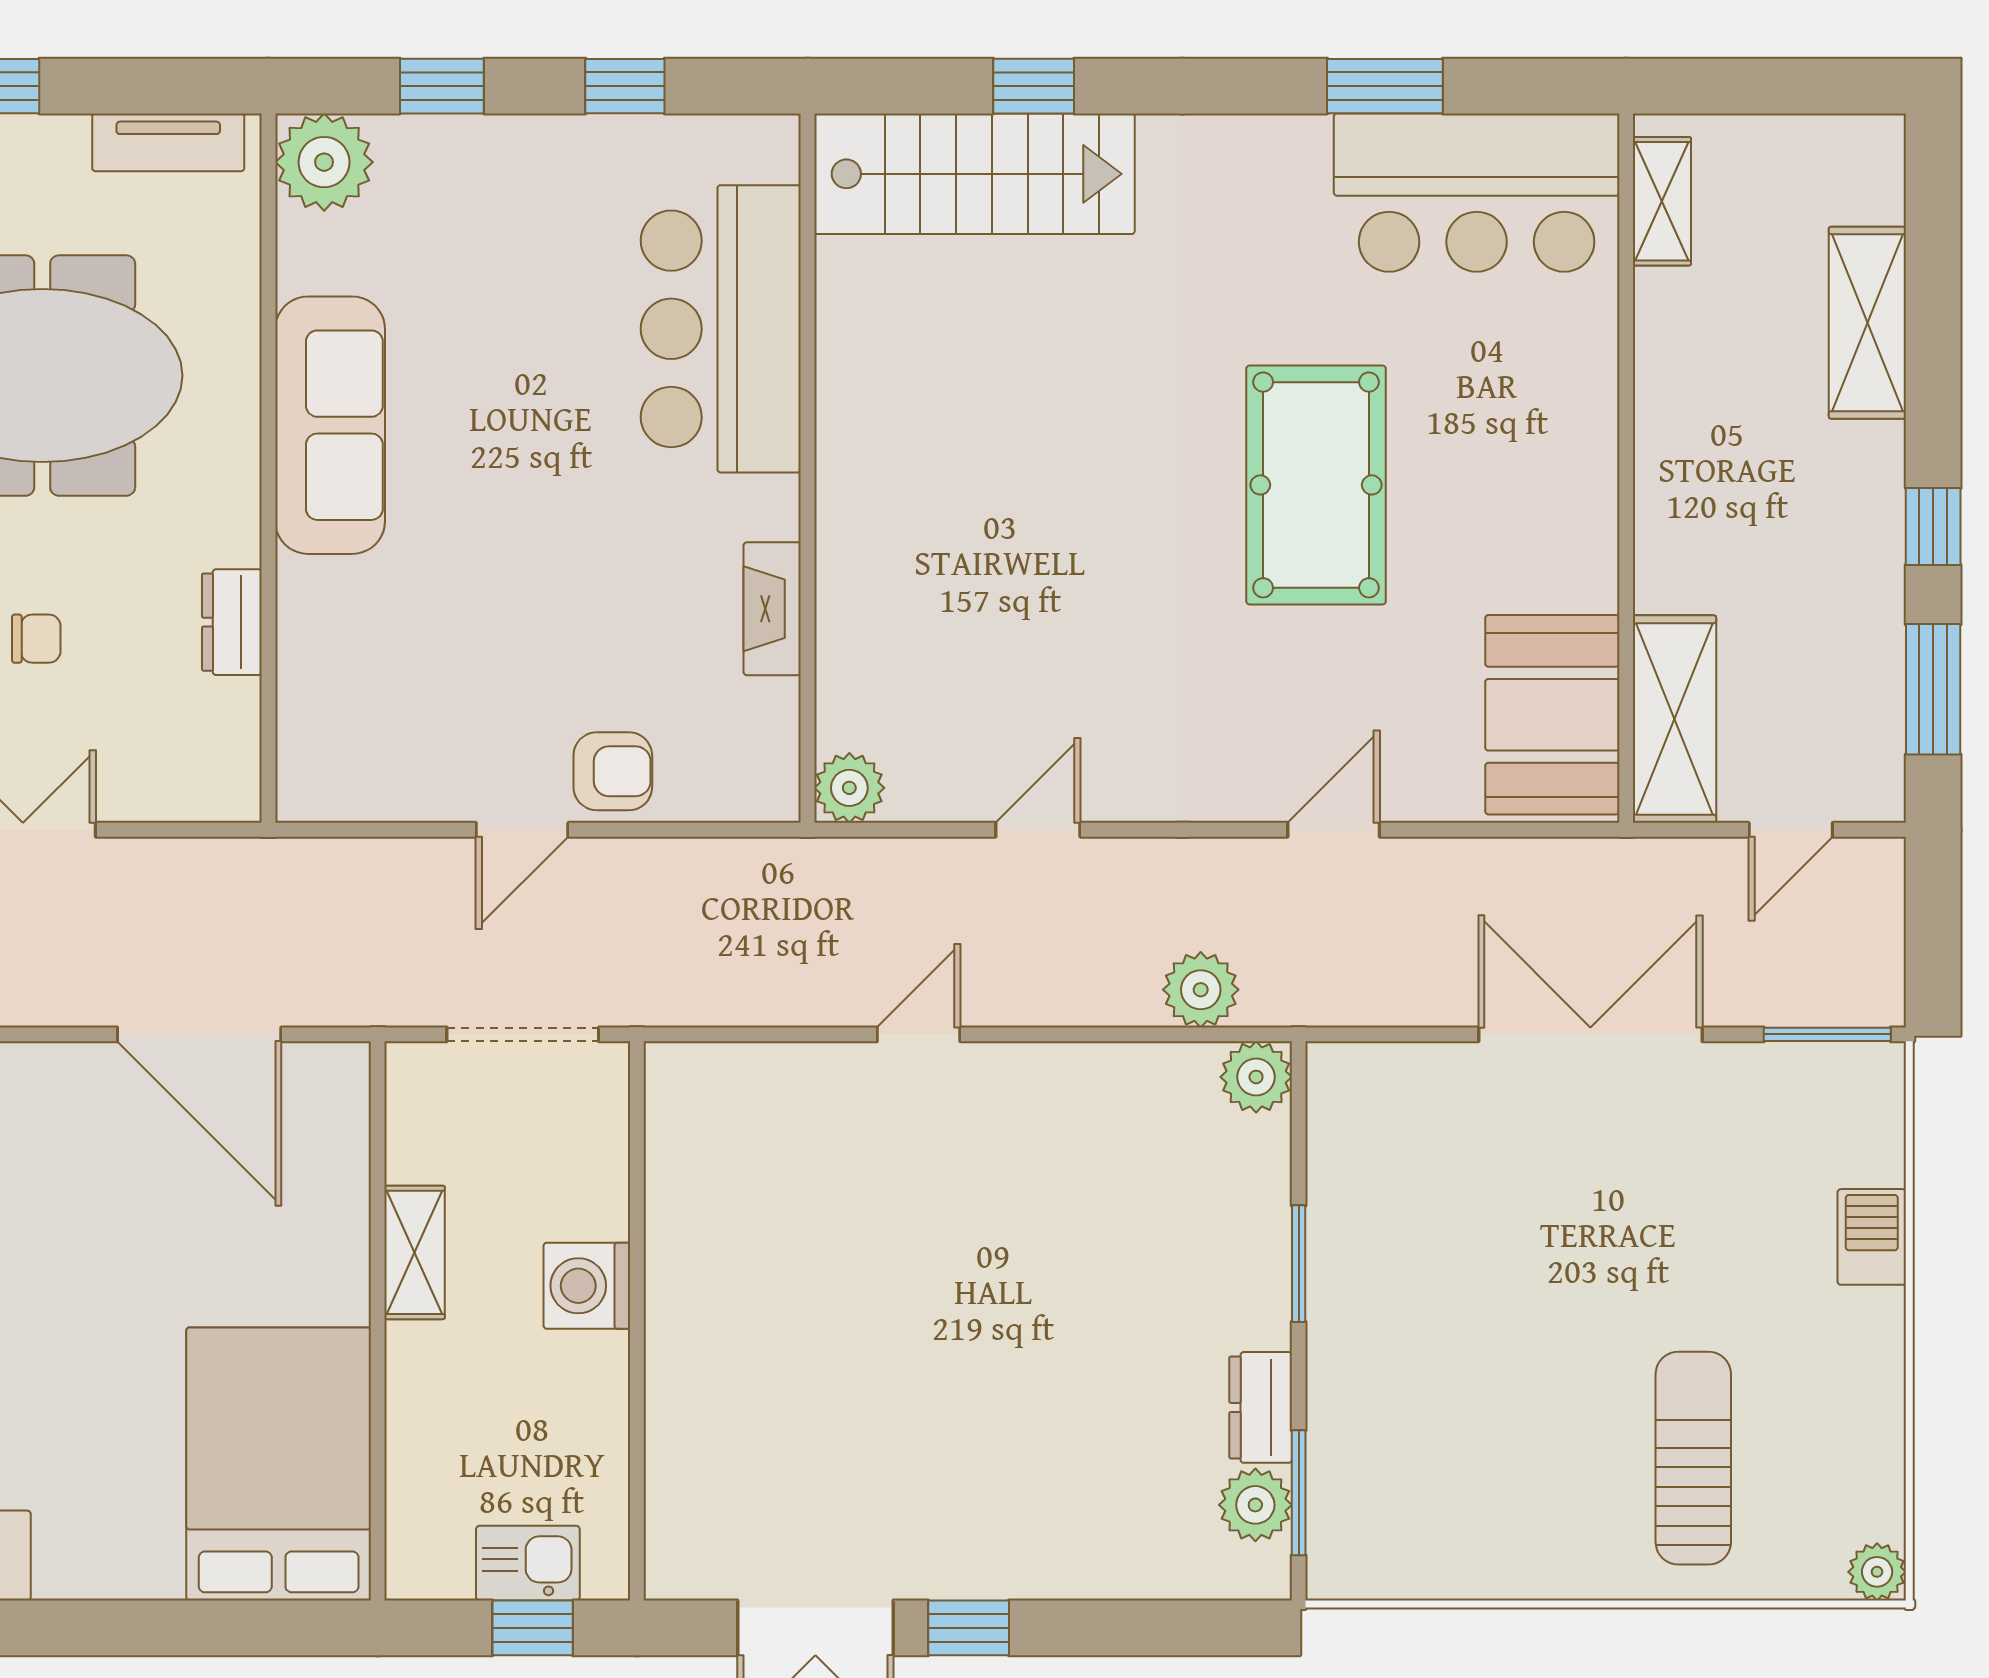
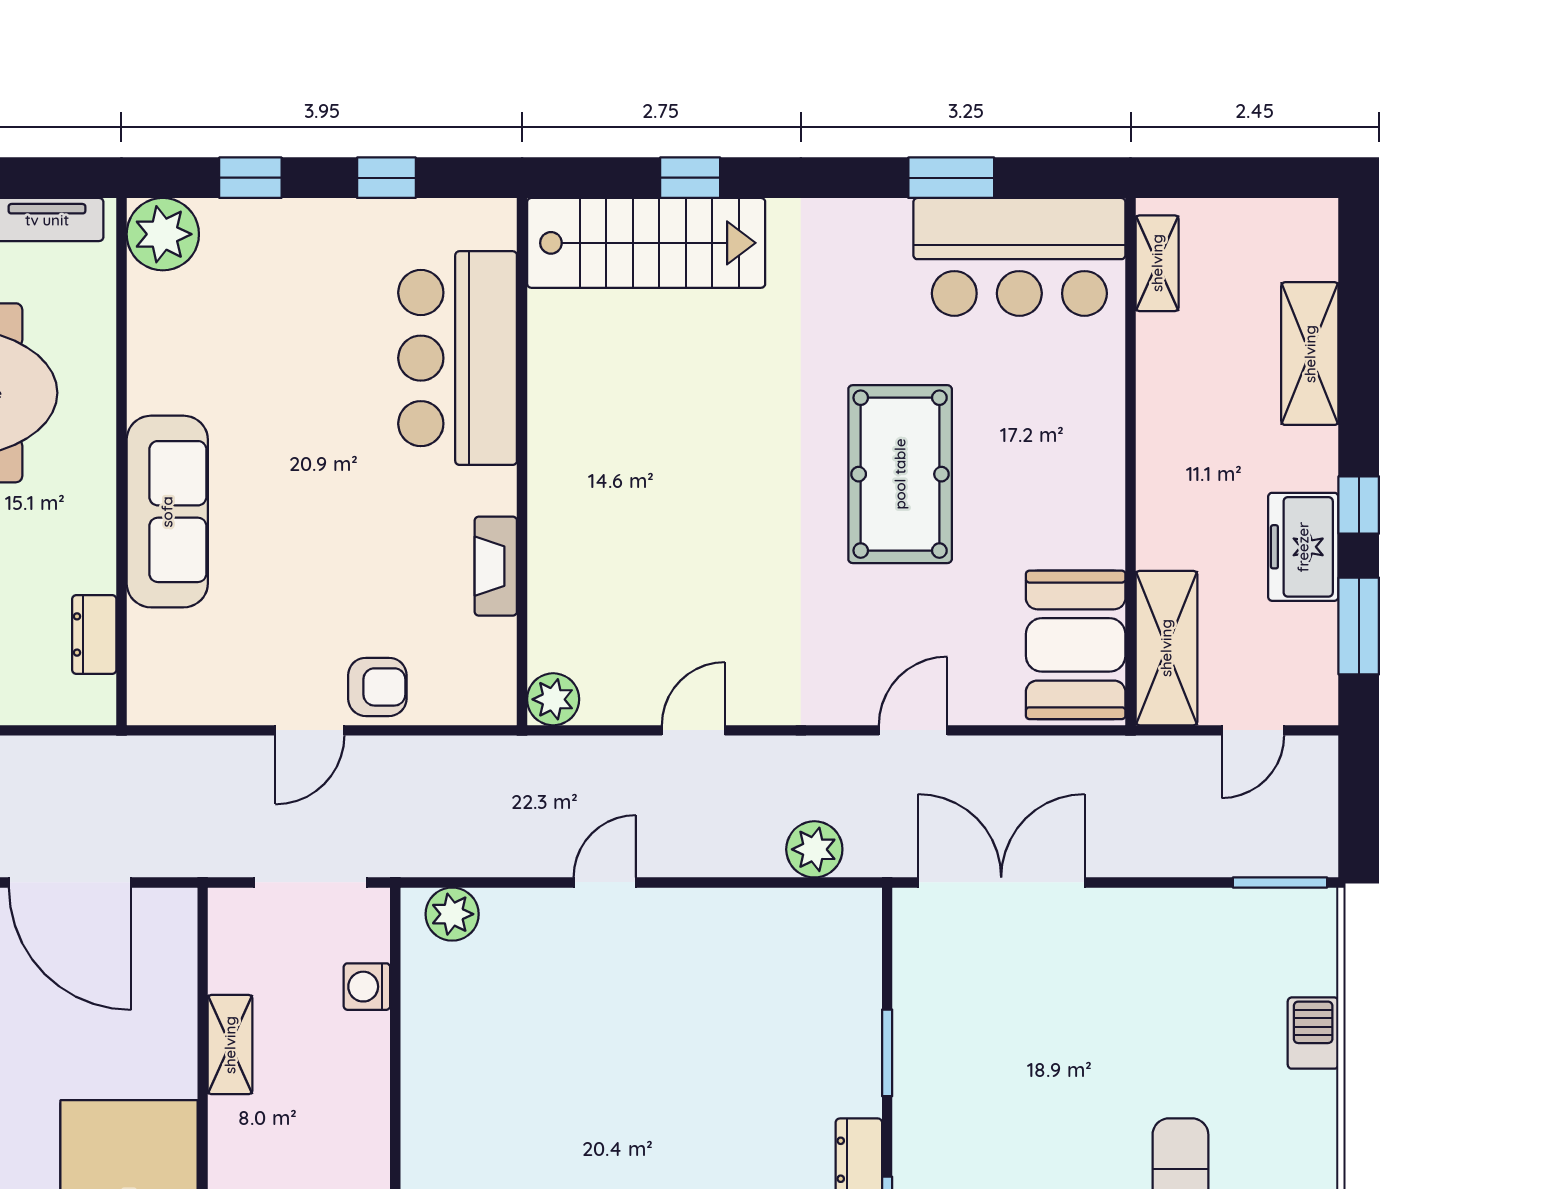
sofa: (330, 425) -> (167, 512), moved
freezer: (1859, 583) -> (1303, 547), added
dresser: (232, 622) -> (94, 634), moved
double door: (1590, 1034) -> (1001, 882), moved
plant: (1256, 1077) -> (452, 914), moved
washing machine: (587, 1286) -> (367, 987), moved, width x0.73, depth x0.73

